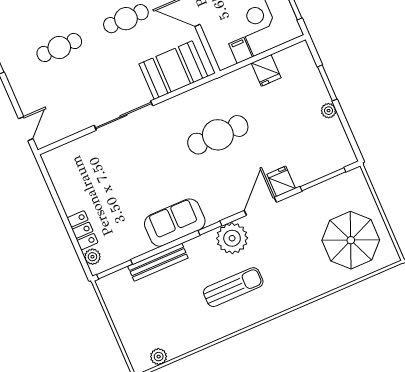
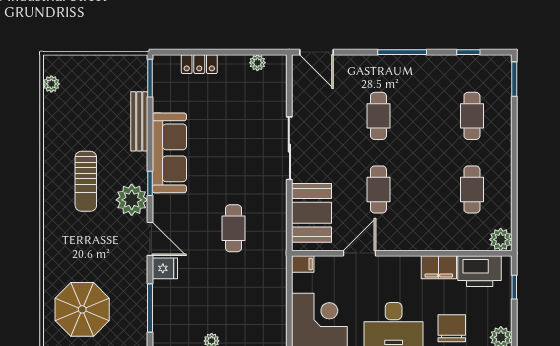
filing cabinet: (240, 50) -> (303, 264), moved
fridge: (266, 70) -> (274, 299), removed
door: (26, 129) -> (317, 52), width x1.37
cafe table: (218, 135) -> (234, 228), width x0.73, depth x0.74
sofa: (175, 223) -> (169, 153), width x1.36
plant: (92, 257) -> (257, 63), moved

